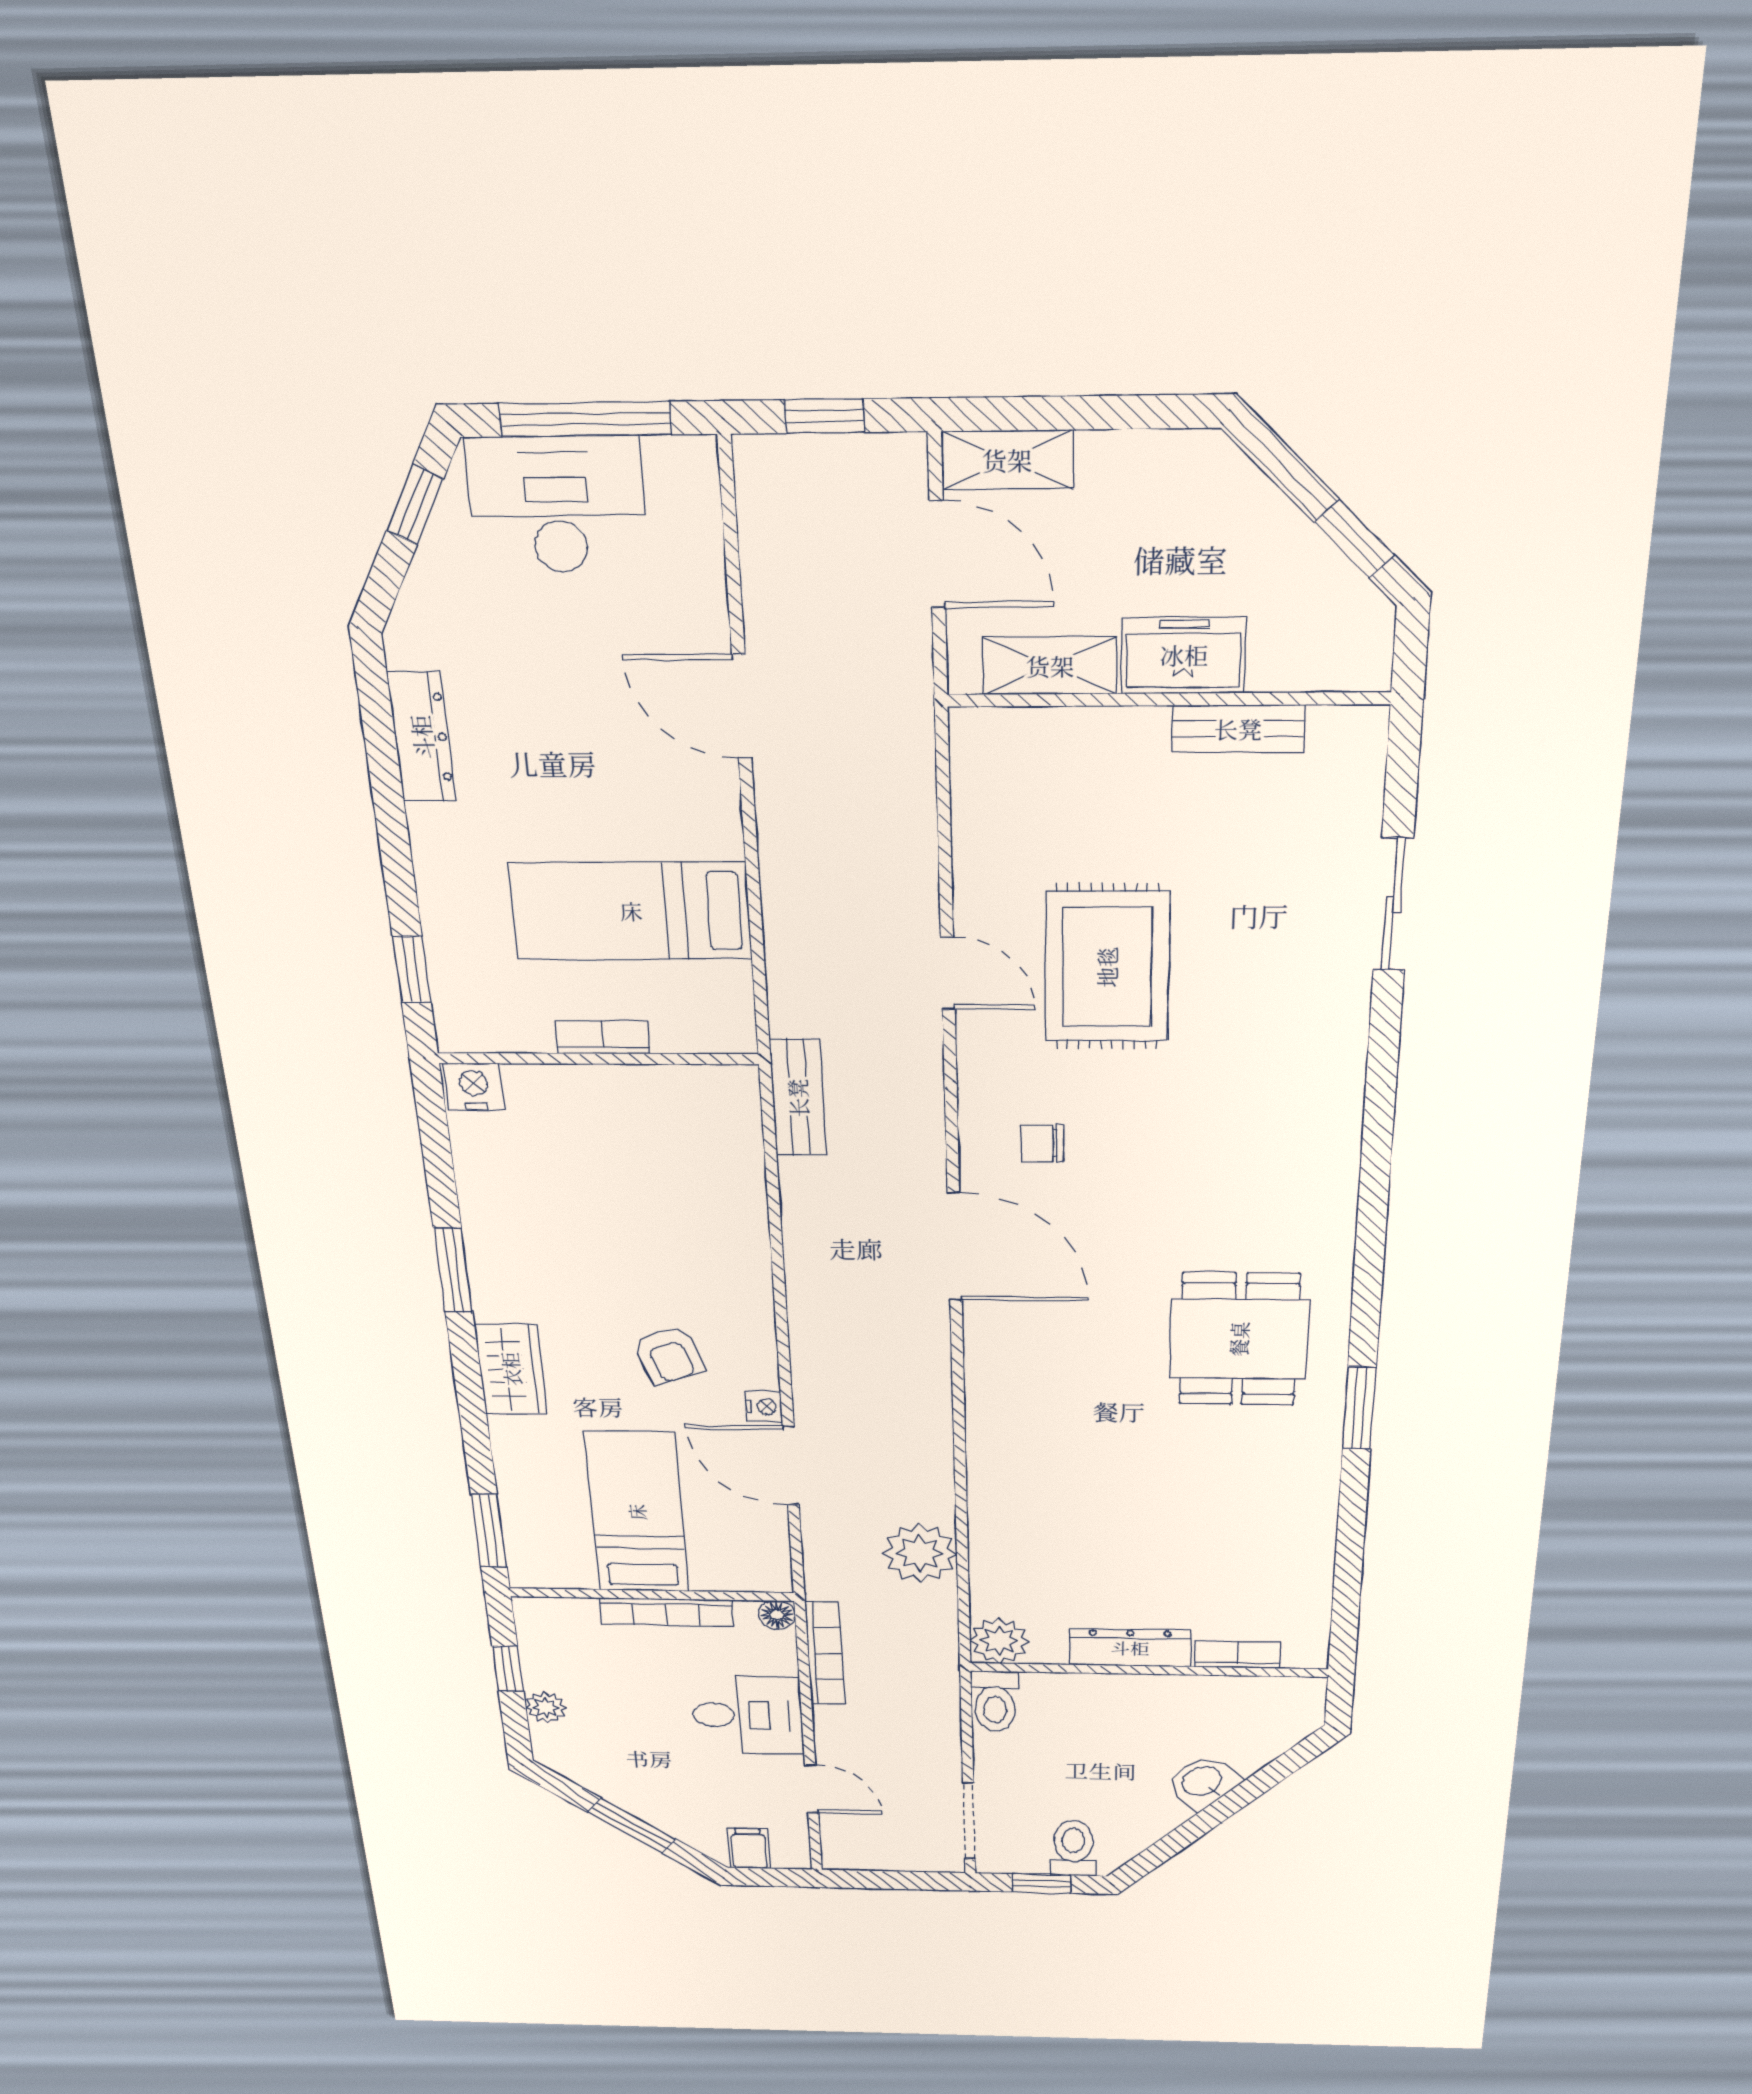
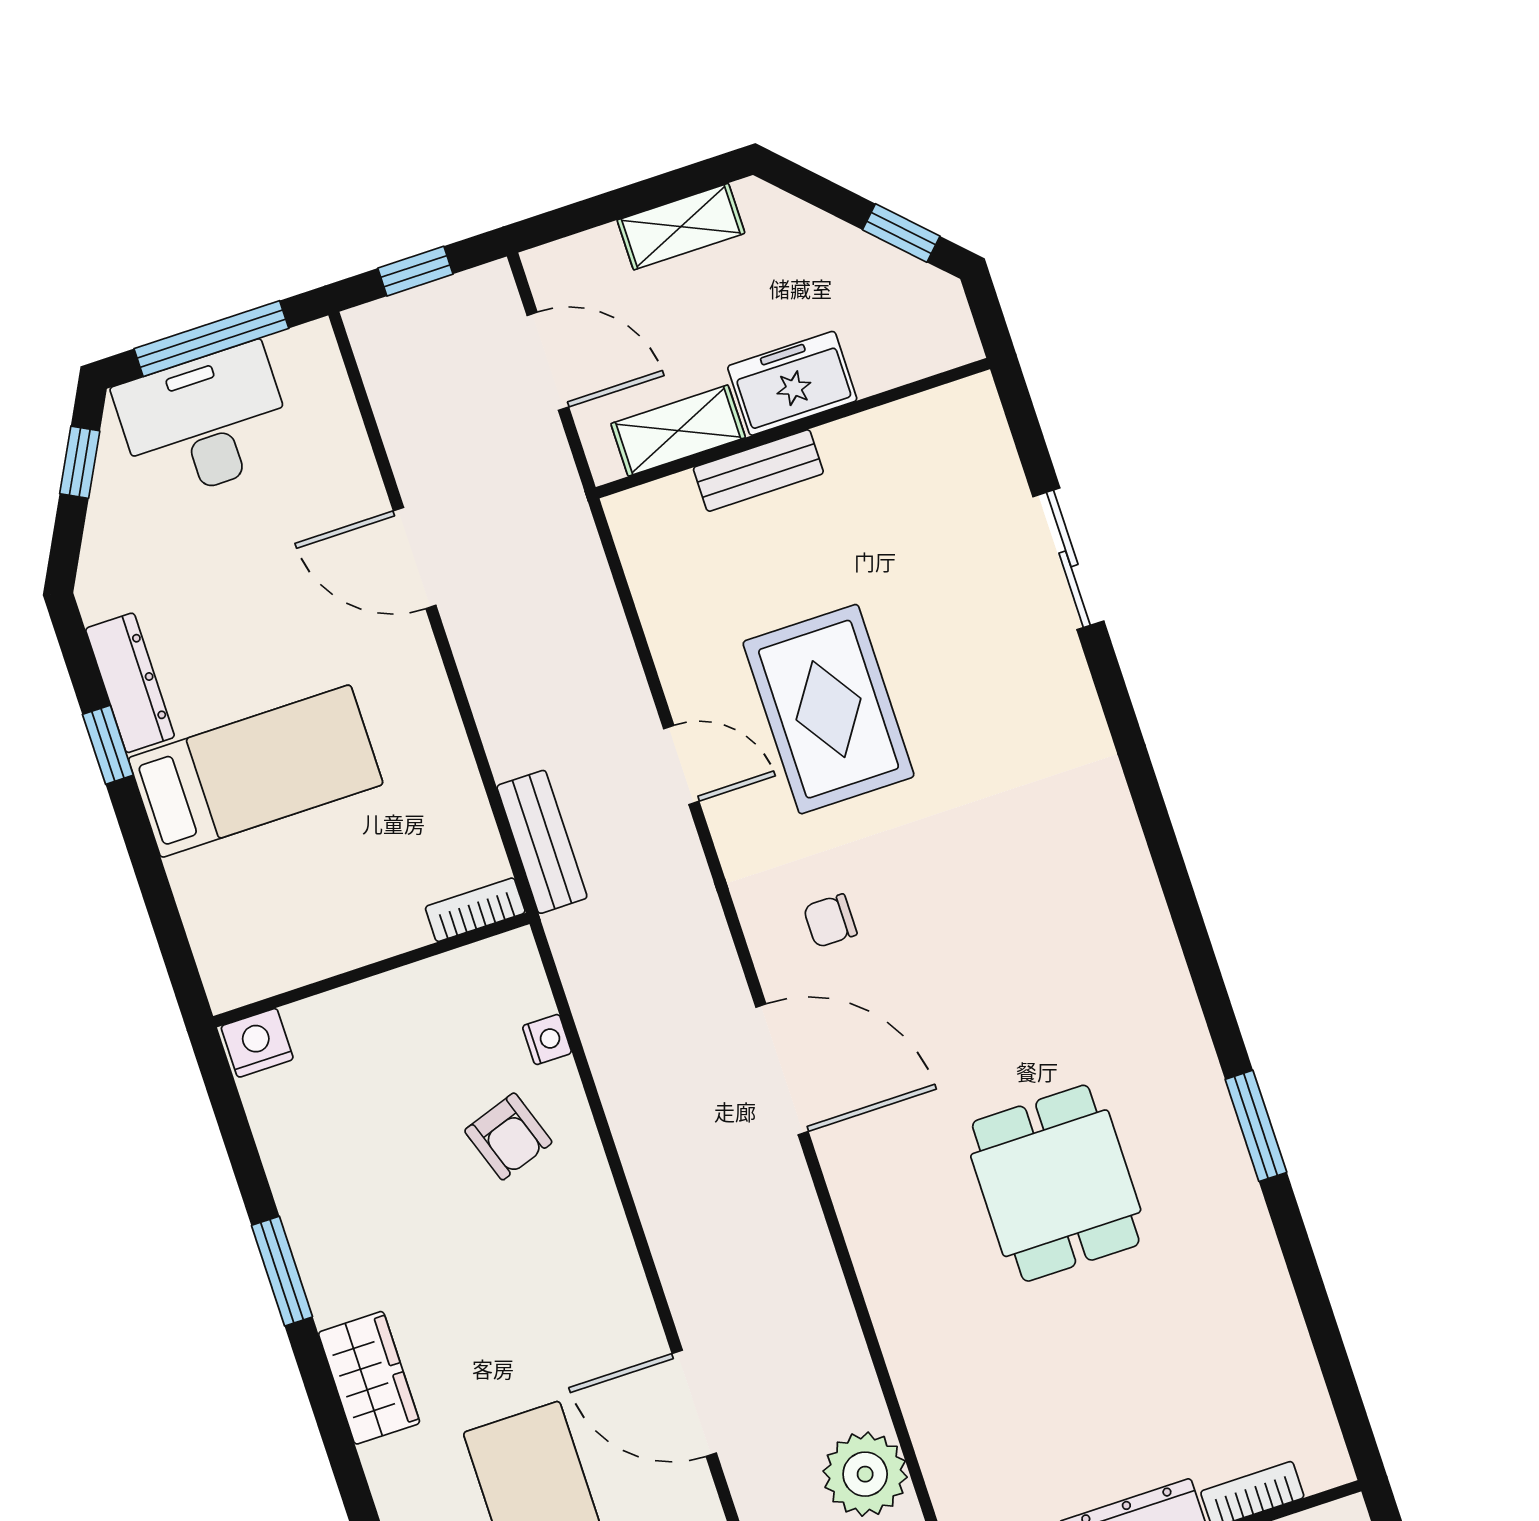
shelving: (1007, 460) -> (681, 227), moved
bench: (1238, 729) -> (758, 470), moved
bed: (631, 911) -> (256, 771), moved, turned 180
window: (412, 969) -> (108, 745), moved
bookcase: (603, 1037) -> (475, 910), moved
bench: (798, 1098) -> (542, 842), moved
dining table: (1239, 1339) -> (1056, 1183), moved
armchair: (669, 1355) -> (508, 1136), moved
nightstand: (764, 1407) -> (547, 1039), moved

